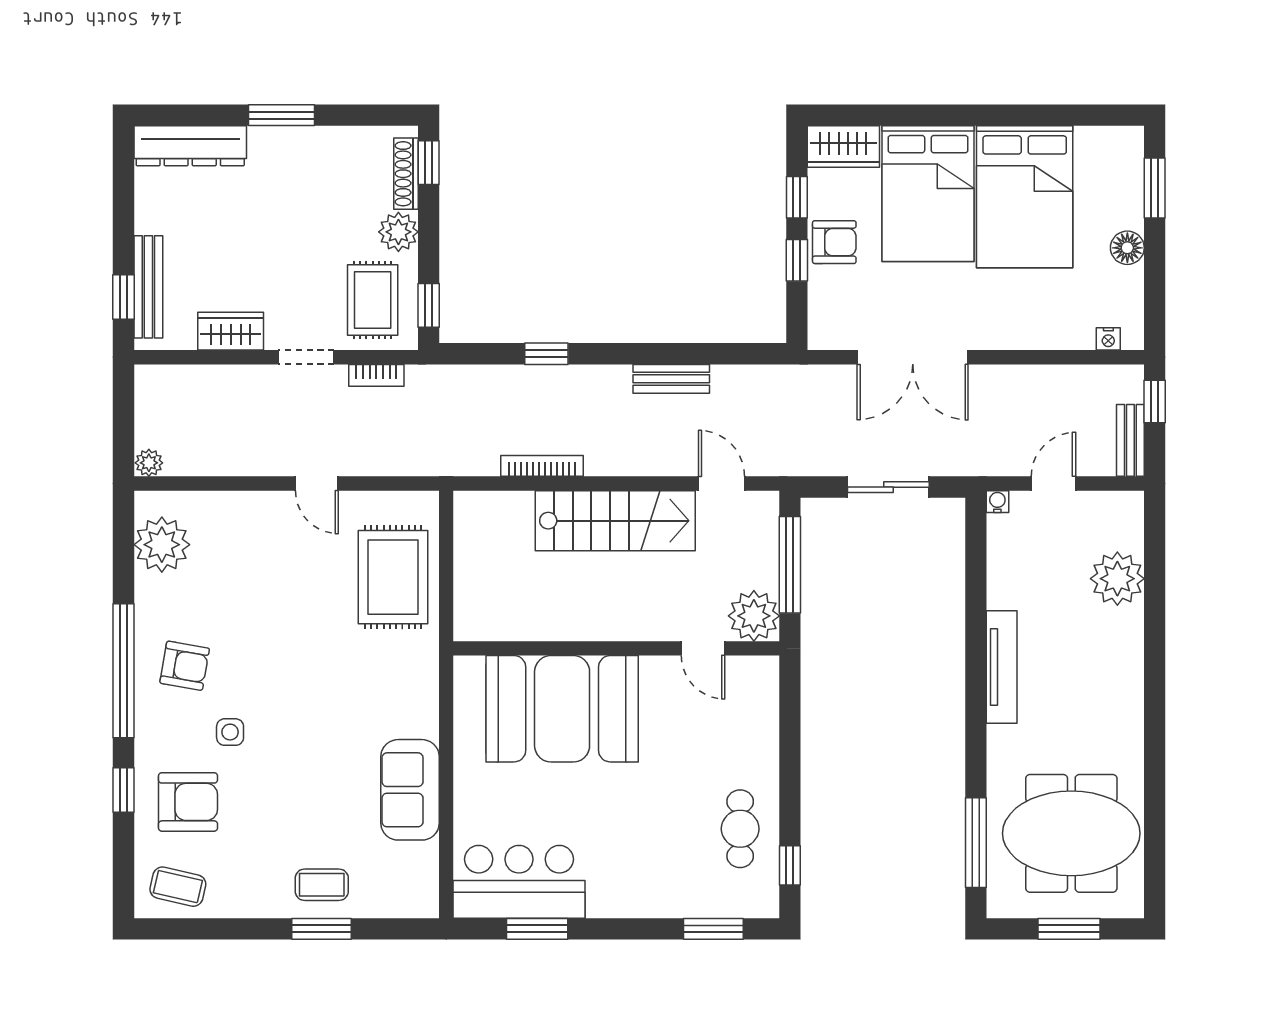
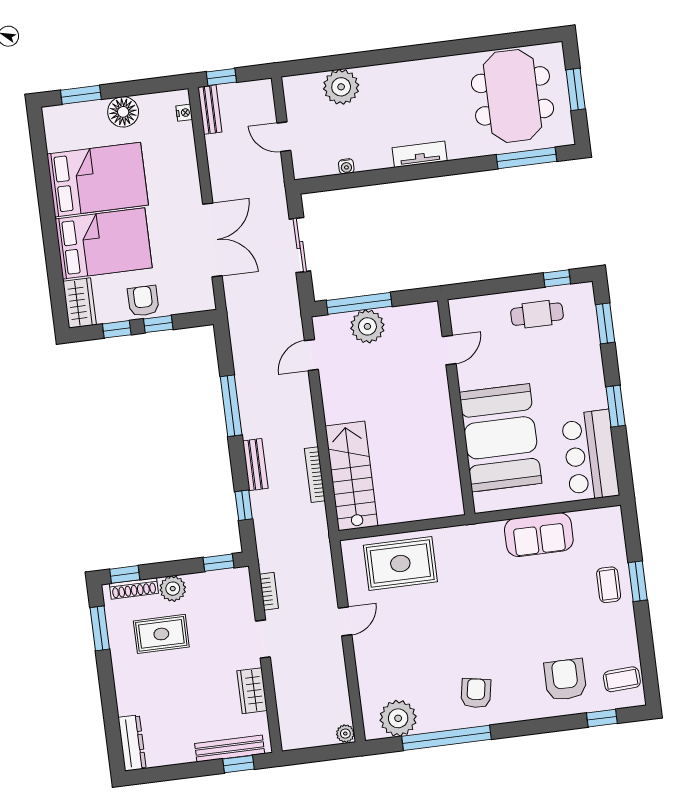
window: (281, 115) -> (100, 628), moved
dresser: (190, 146) -> (132, 743), width x0.73, depth x0.80
floor lamp: (1127, 248) -> (123, 112), width x1.38, depth x1.38
rug: (373, 300) -> (161, 634), moved
window: (546, 354) -> (244, 505), moved
window: (661, 354) -> (231, 406), added
bench: (671, 379) -> (255, 465), moved
bench: (1130, 440) -> (210, 110), moved, turned 90
water cooler: (997, 502) -> (346, 166), moved, turned -90
stairs: (615, 521) -> (352, 476), moved
plant: (754, 616) -> (367, 326), moved
wall: (616, 648) -> (456, 407), moved
door: (703, 648) -> (449, 350), moved
tv unit: (1002, 667) -> (420, 154), width x0.71
window: (123, 671) -> (447, 738), moved
booth: (562, 709) -> (501, 438), moved
side table: (230, 732) -> (516, 658), removed
window: (123, 790) -> (602, 718), moved
coffee table: (178, 887) -> (622, 679), turned 74
window: (537, 929) -> (616, 406), moved

